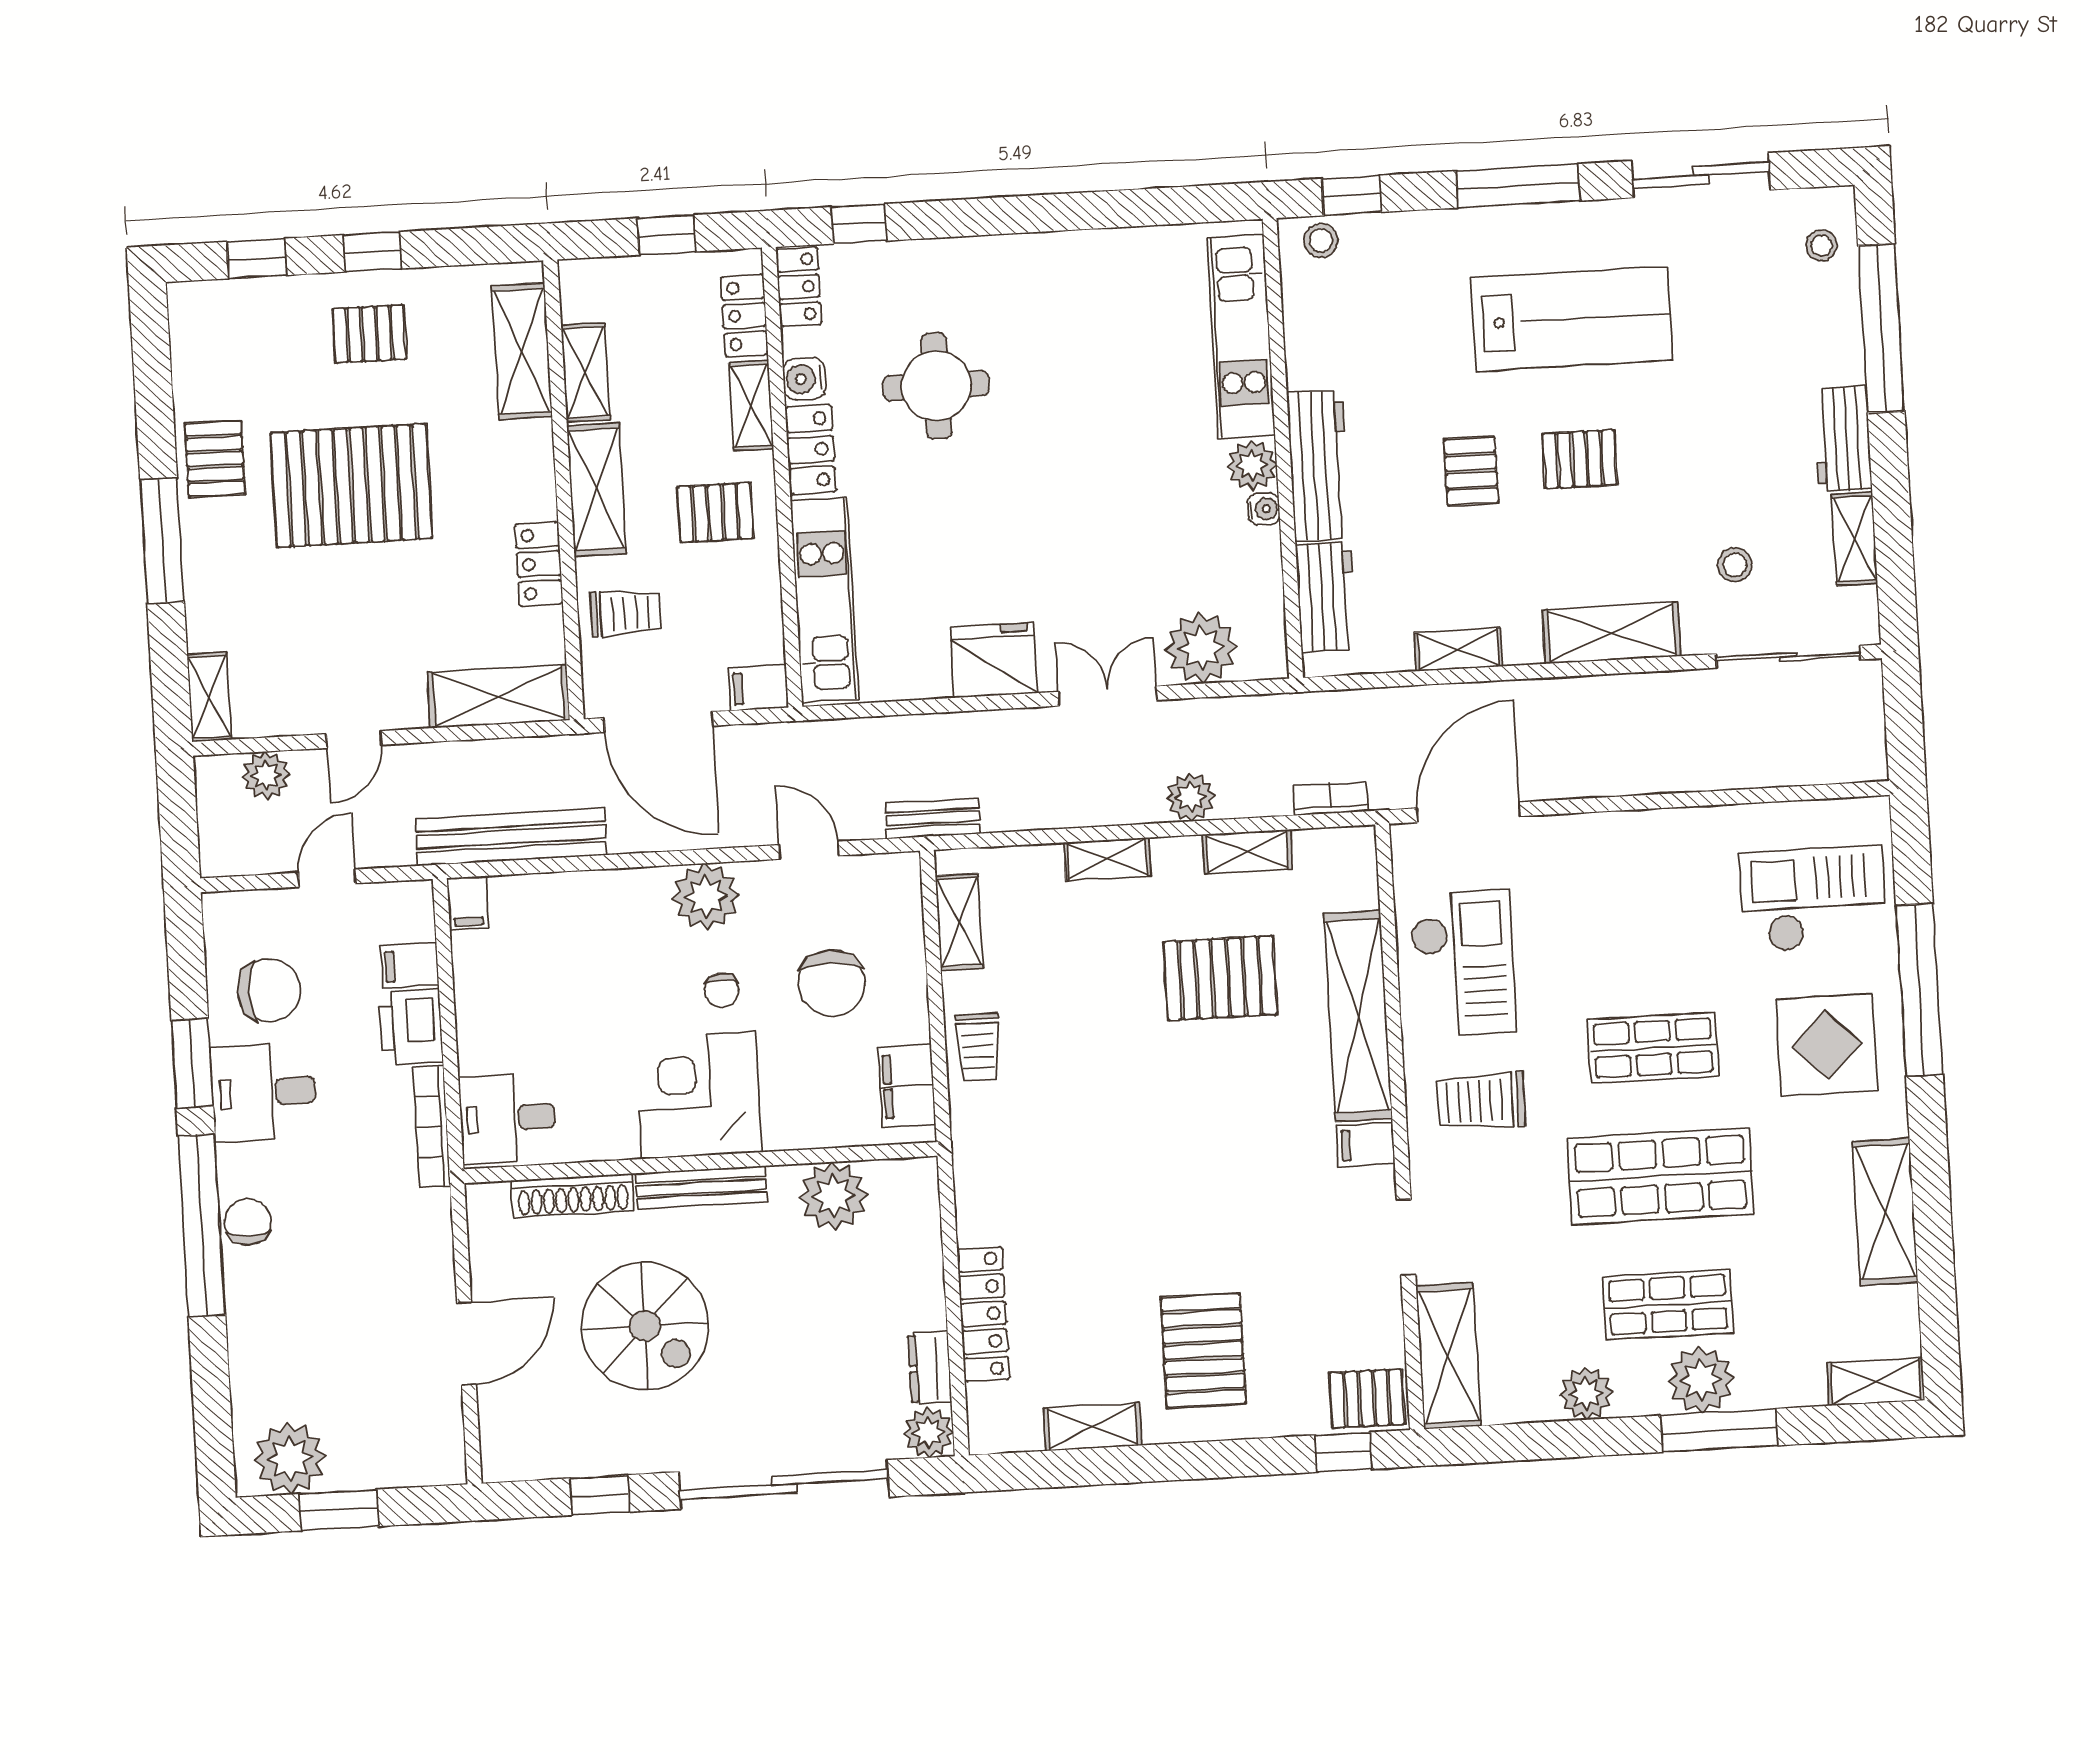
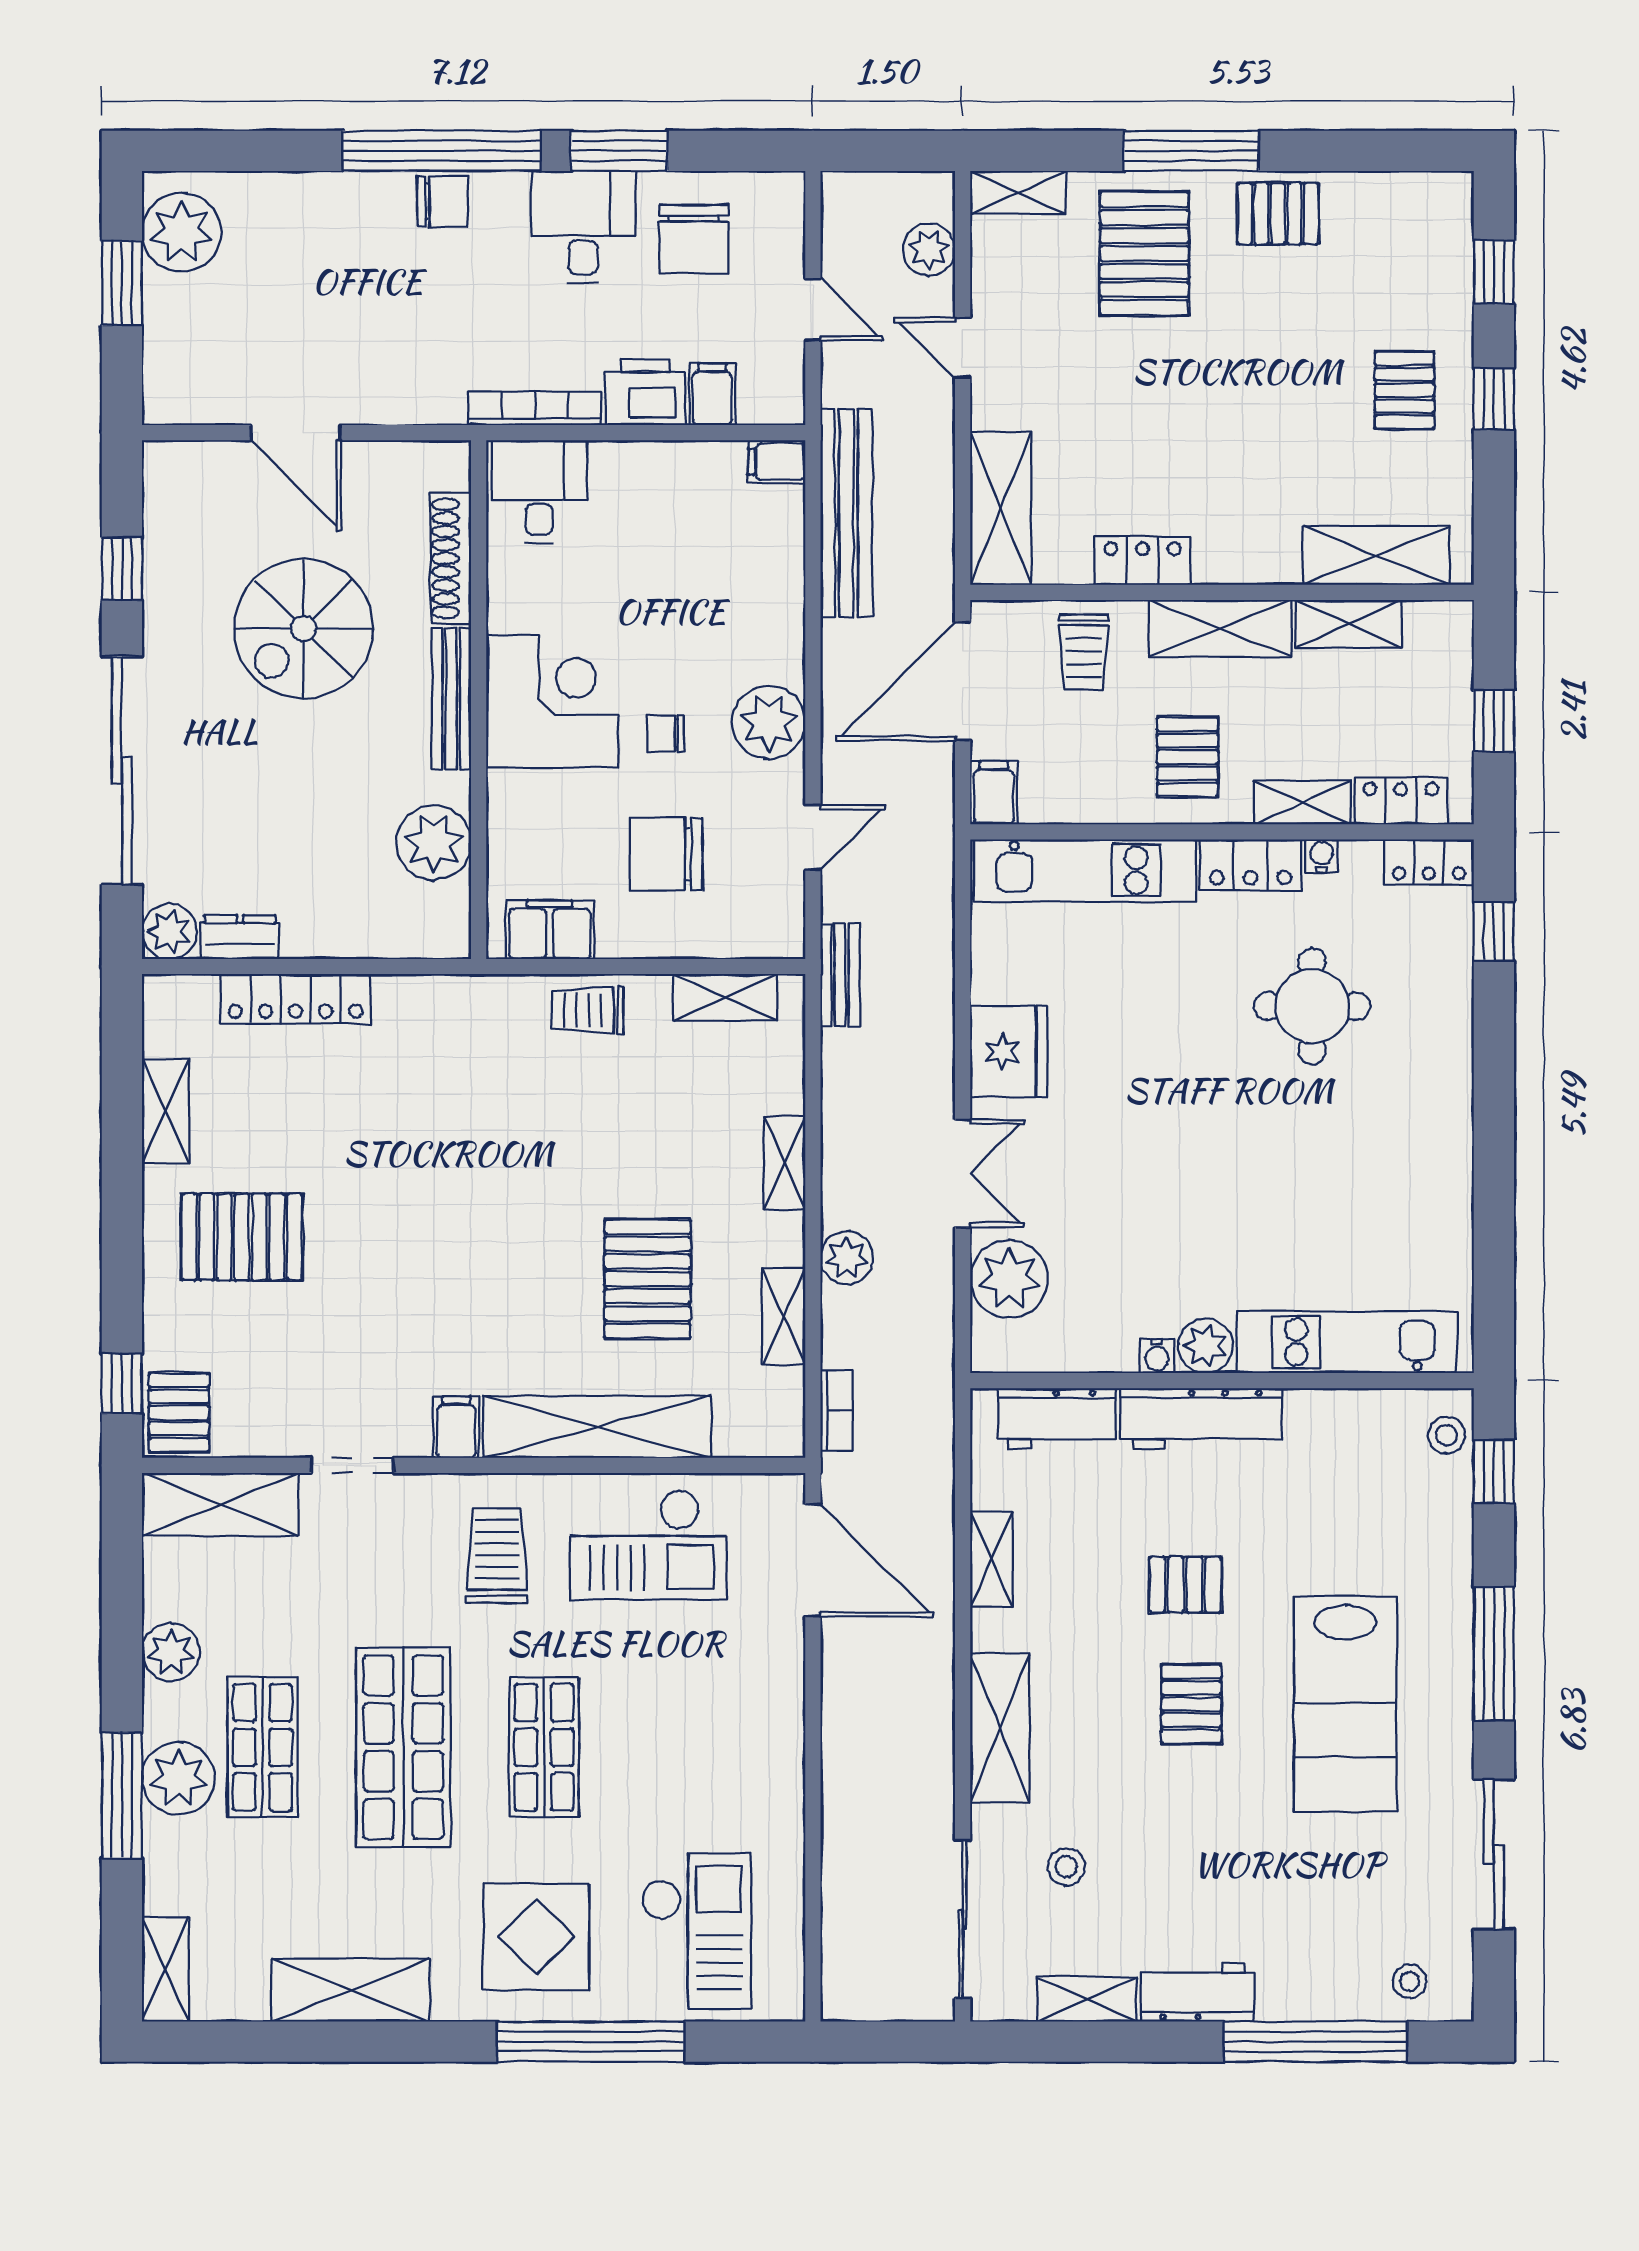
water cooler: (804, 379) -> (1322, 856), width x0.72, depth x0.72
pallet: (351, 486) -> (1144, 254), moved, width x0.73, depth x0.71

